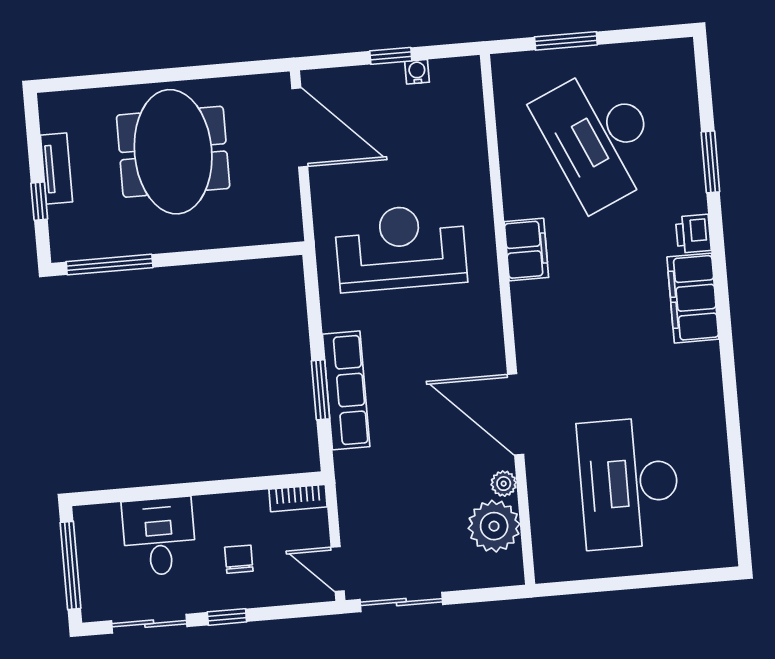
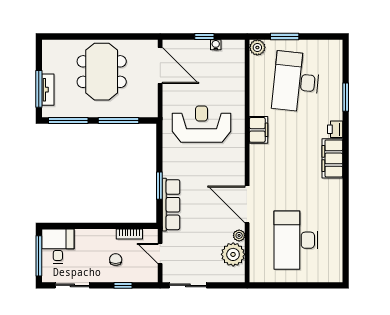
plant: (509, 70) -> (257, 47), added
desk: (599, 137) -> (296, 82), turned 30
tv unit: (56, 169) -> (48, 90), moved
window: (39, 201) -> (39, 89), width x2.17
window: (219, 255) -> (118, 120), added
row of seats: (346, 390) -> (171, 205), moved
bookcase: (298, 498) -> (129, 234), moved
desk: (159, 537) -> (58, 246), moved
door: (338, 569) -> (160, 253), moved
window: (227, 617) -> (123, 285), moved

